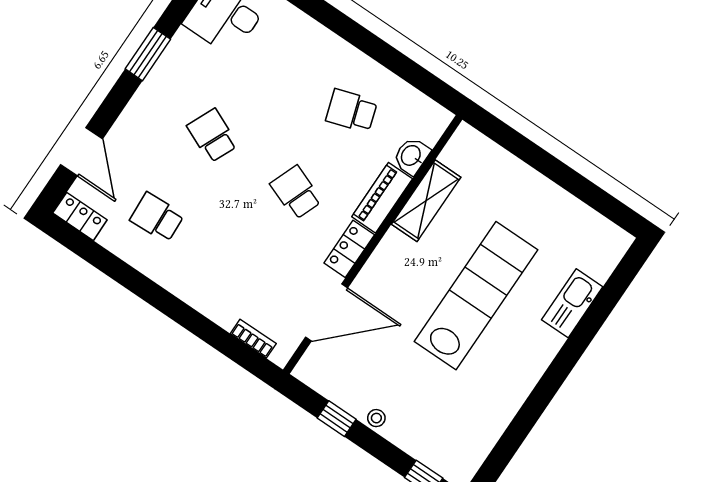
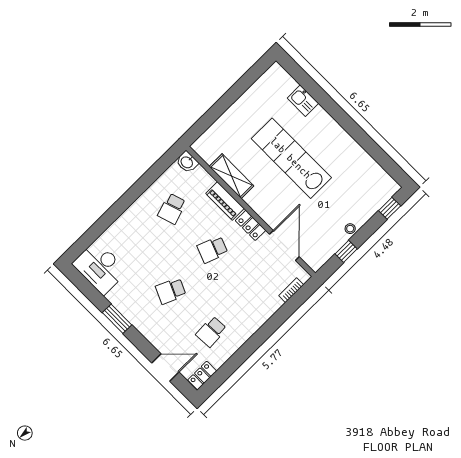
washbasin: (411, 156) -> (187, 162), moved
kitchen sink: (572, 303) -> (303, 101), width x0.73

